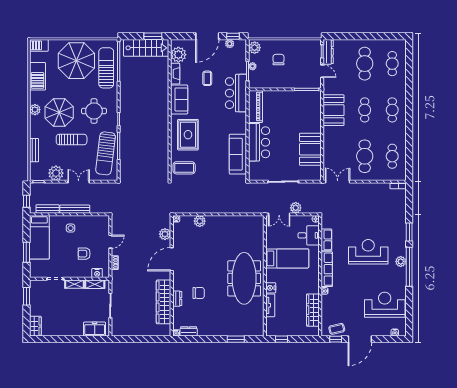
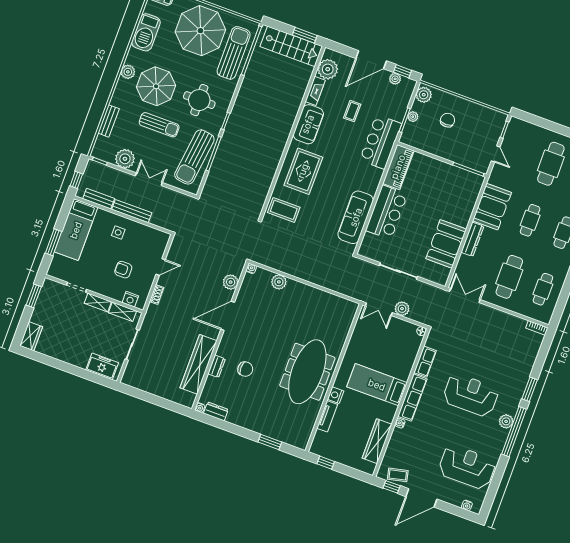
dresser: (328, 52) -> (472, 239), moved
desk: (309, 235) -> (405, 348), removed
bed: (287, 258) -> (377, 385), moved, turned 180

